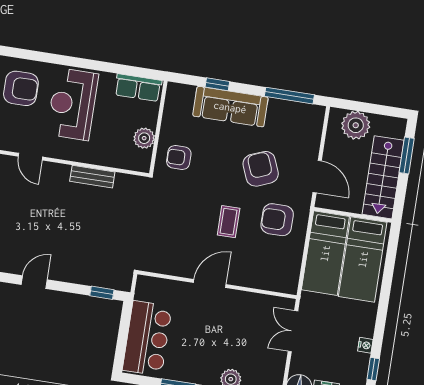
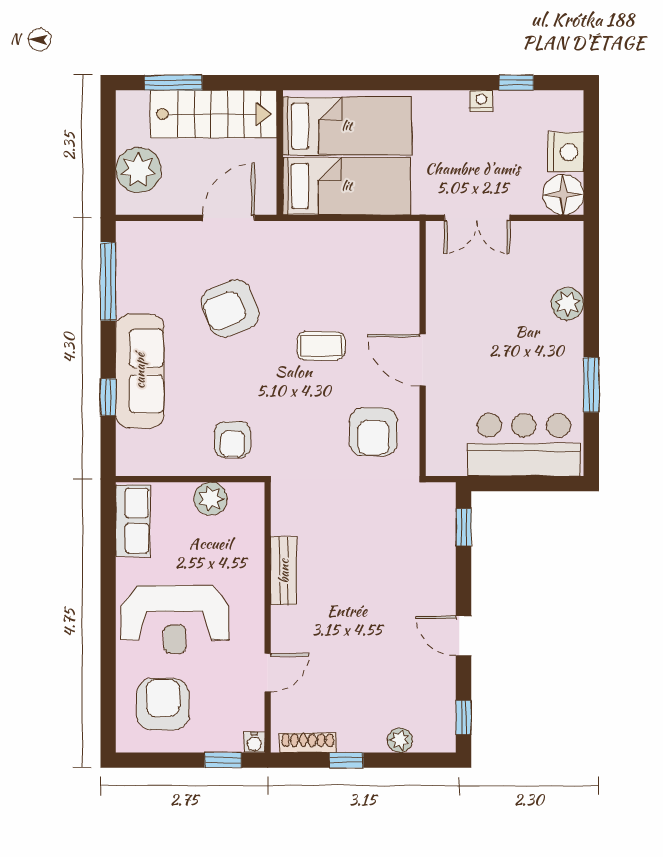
armchair: (277, 220) -> (373, 432), moved

